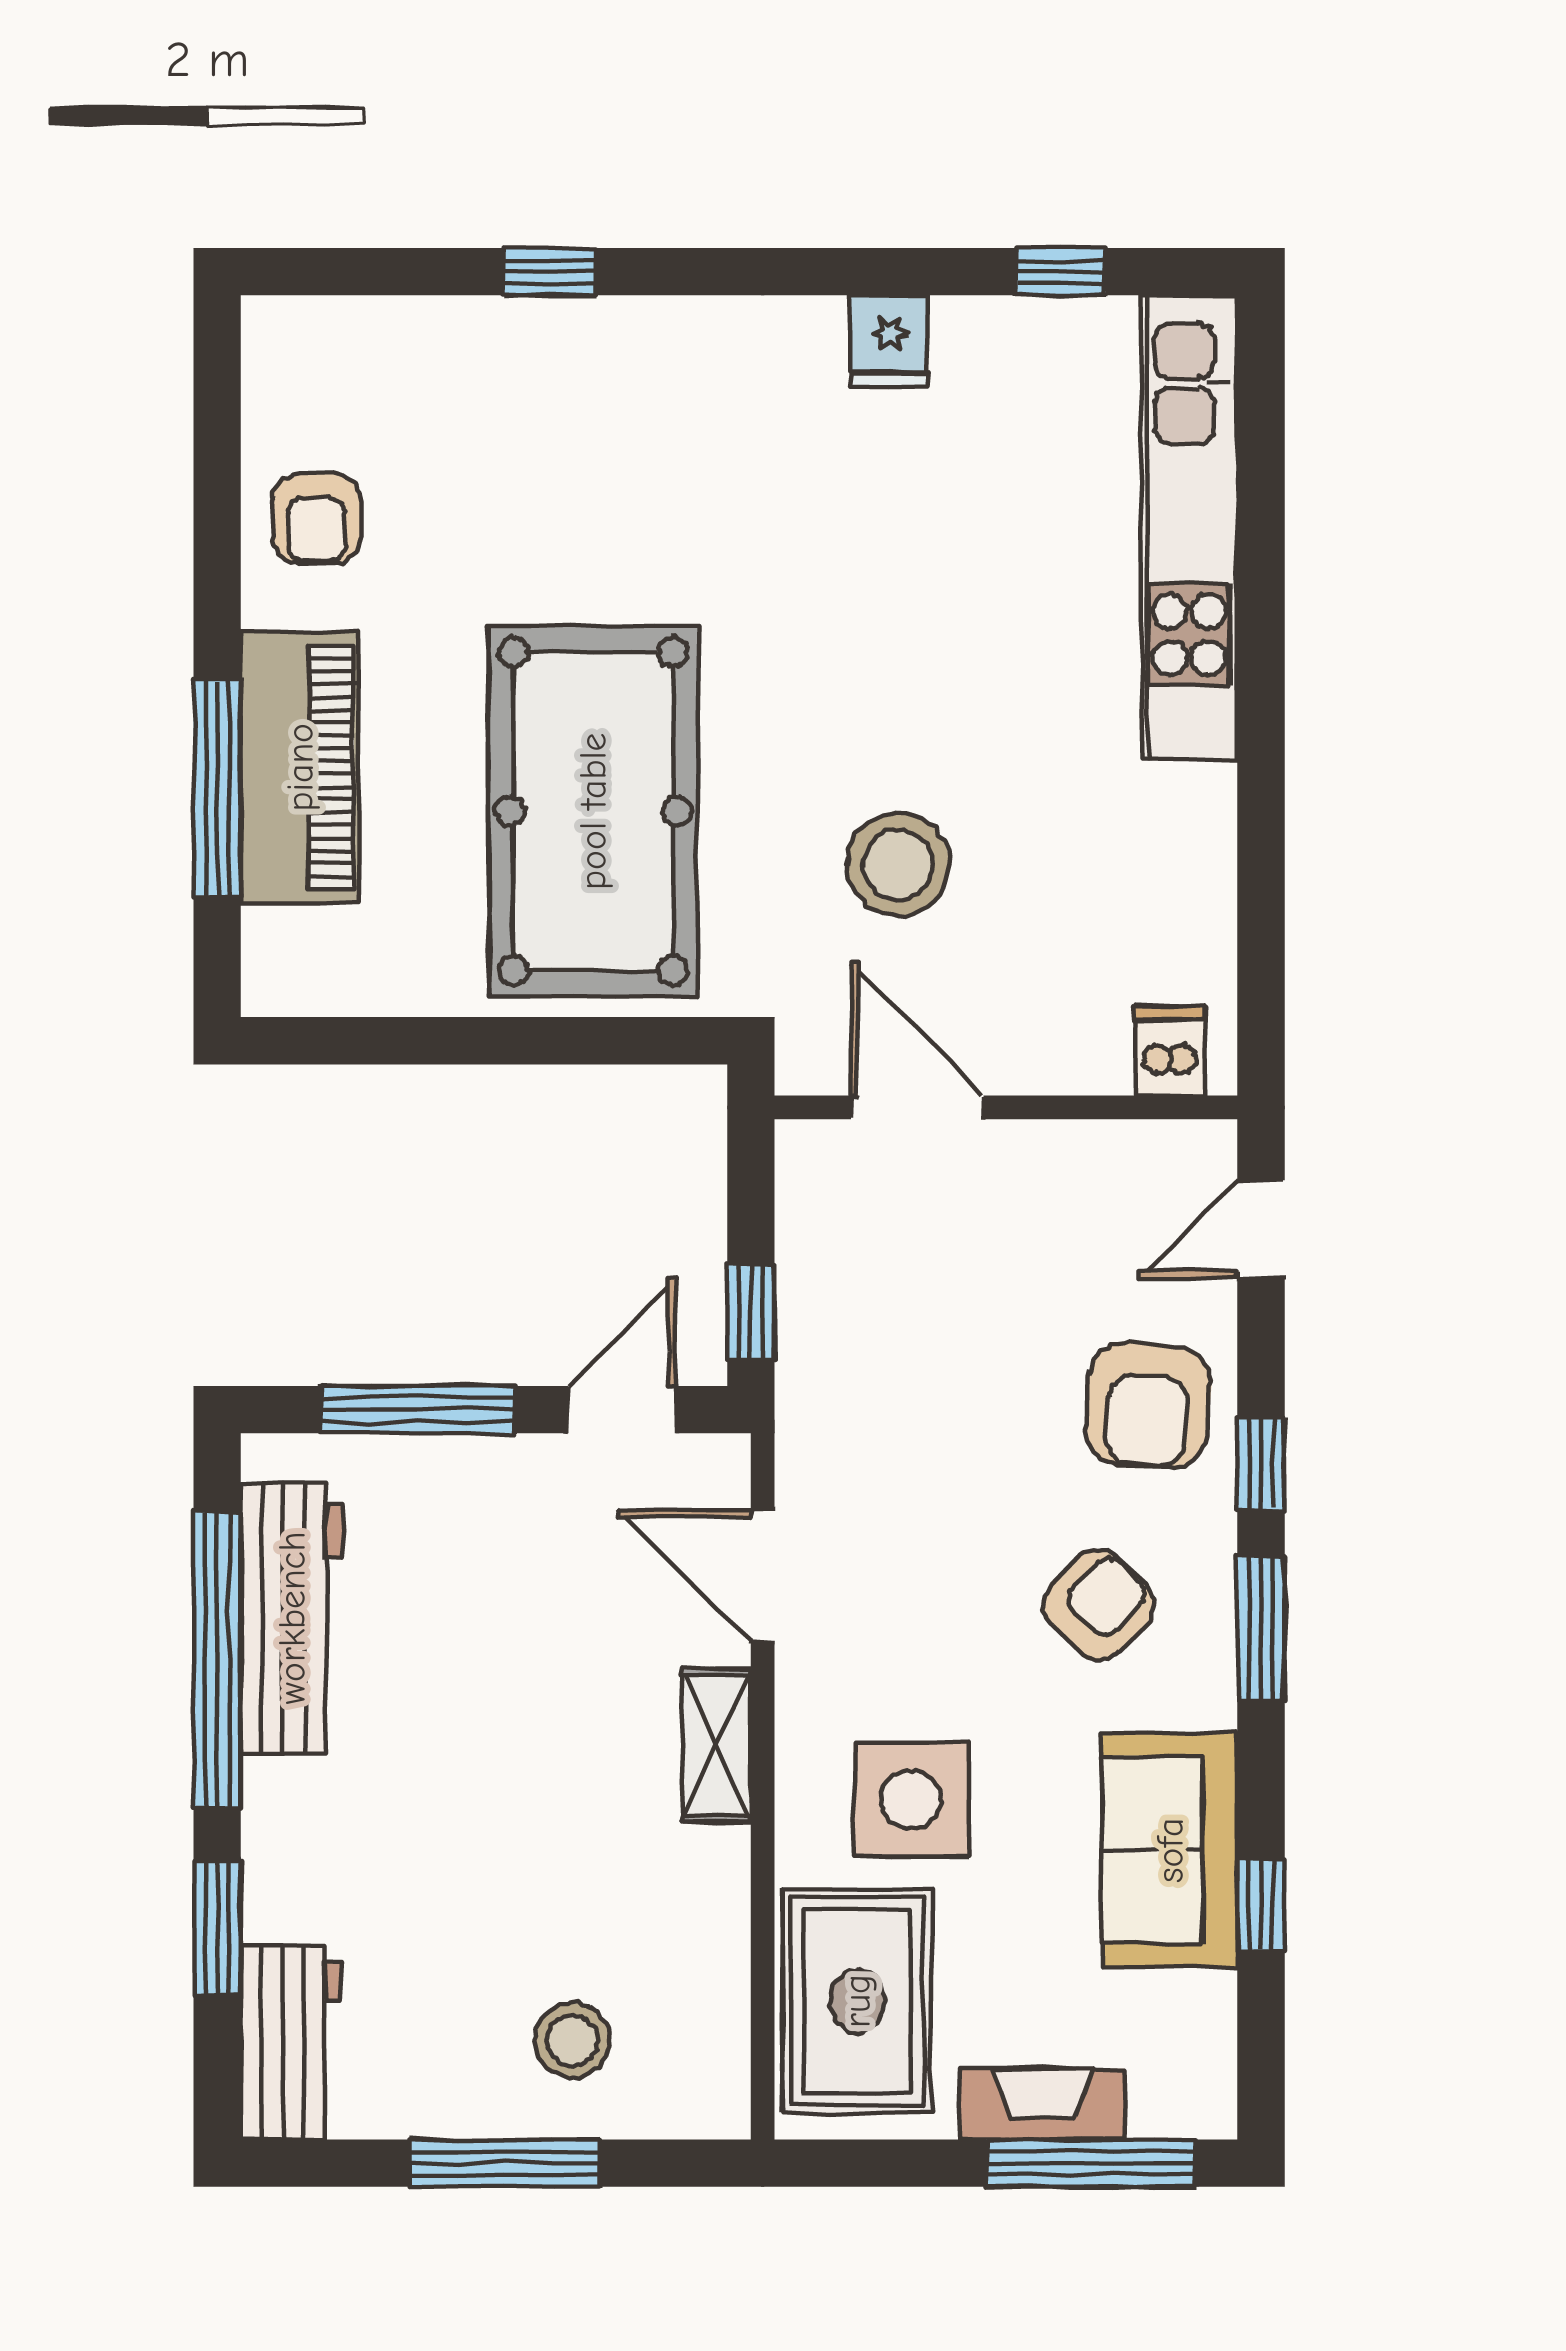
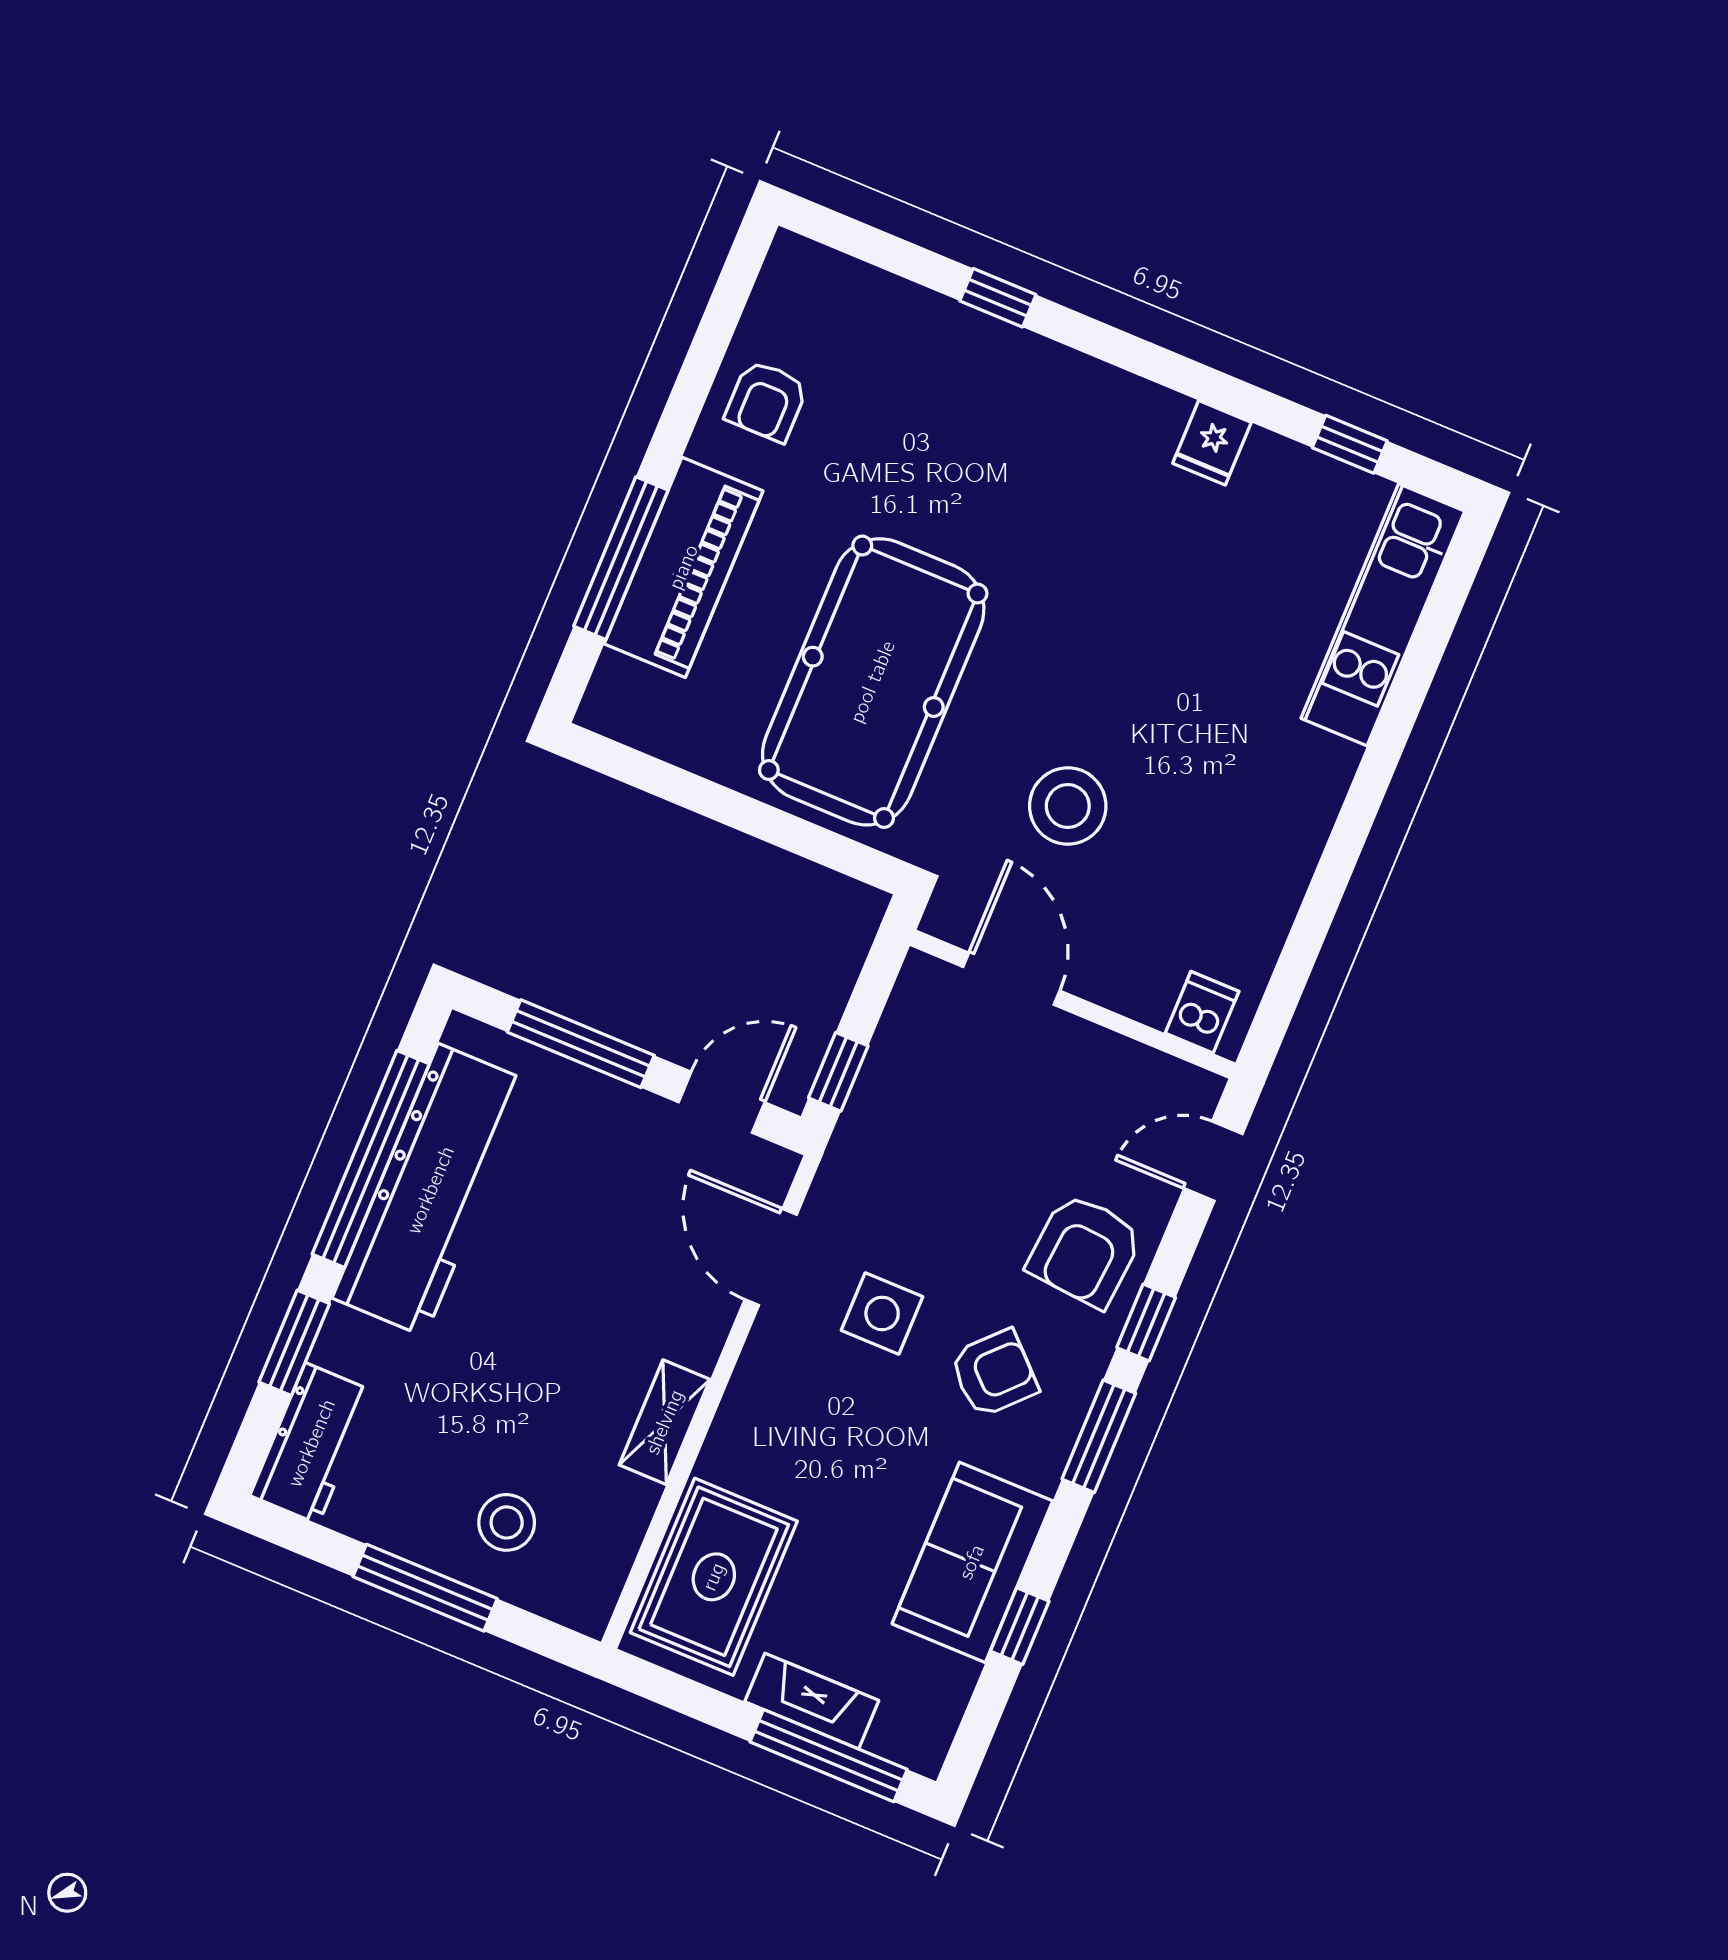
kitchen unit: (1189, 528) -> (1383, 615), width x0.73
workbench: (292, 1618) -> (431, 1190), width x1.36, depth x1.32
shelving: (717, 1745) -> (665, 1422), moved
side table: (911, 1799) -> (882, 1313), moved, width x0.73, depth x0.73

